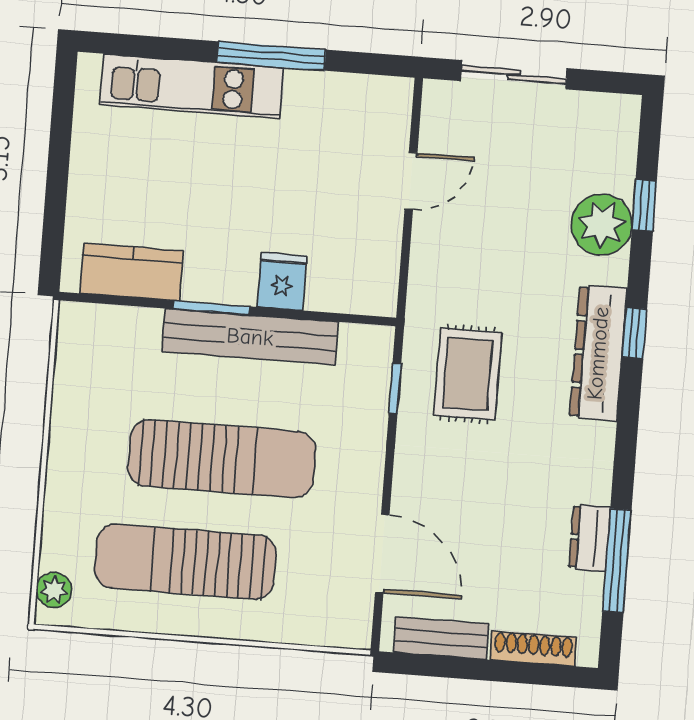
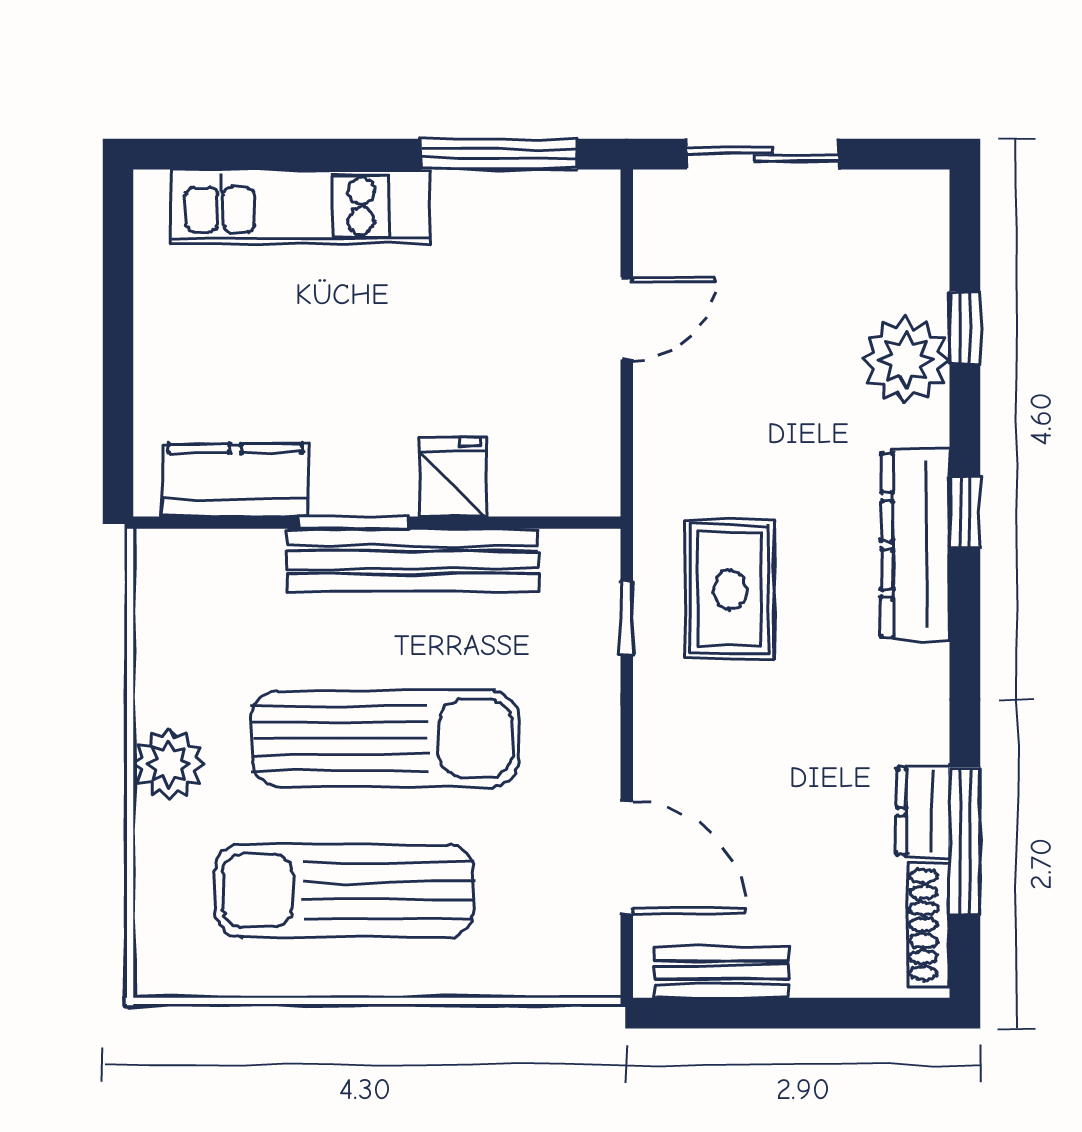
window: (271, 56) -> (499, 154), moved
plant: (54, 590) -> (169, 764), moved, width x1.38, depth x1.38
shoe rack: (533, 649) -> (929, 925), moved, turned -90

